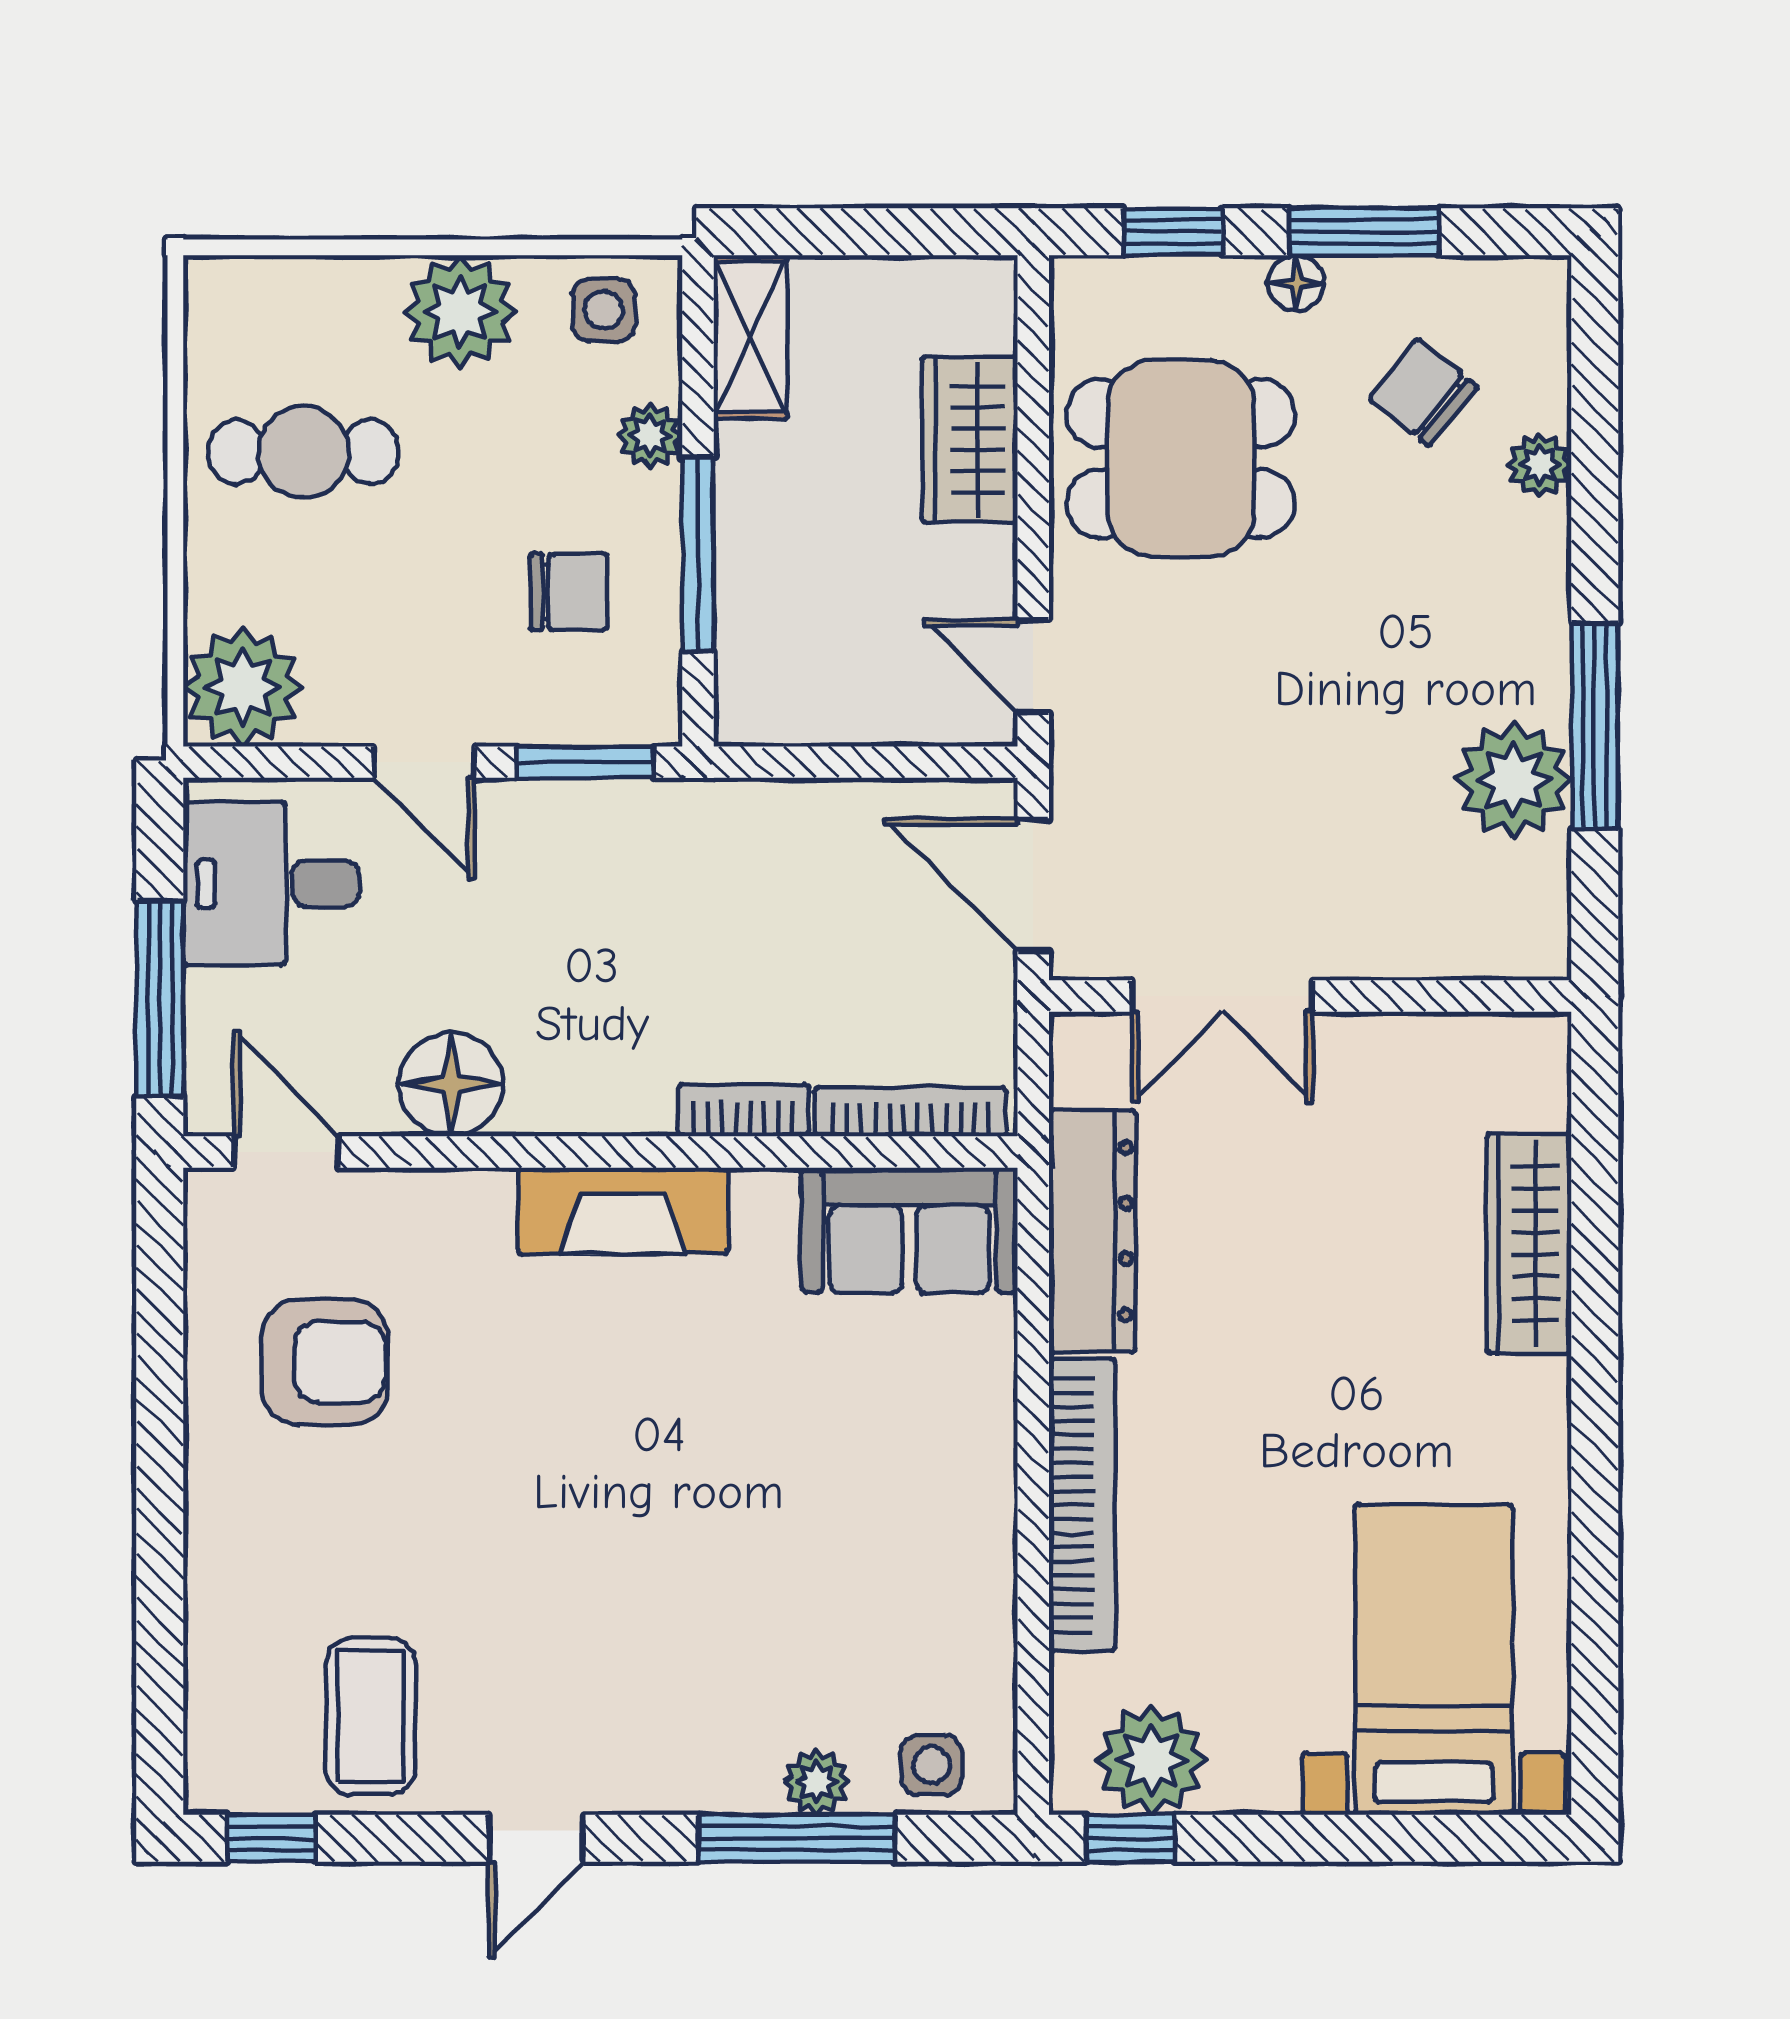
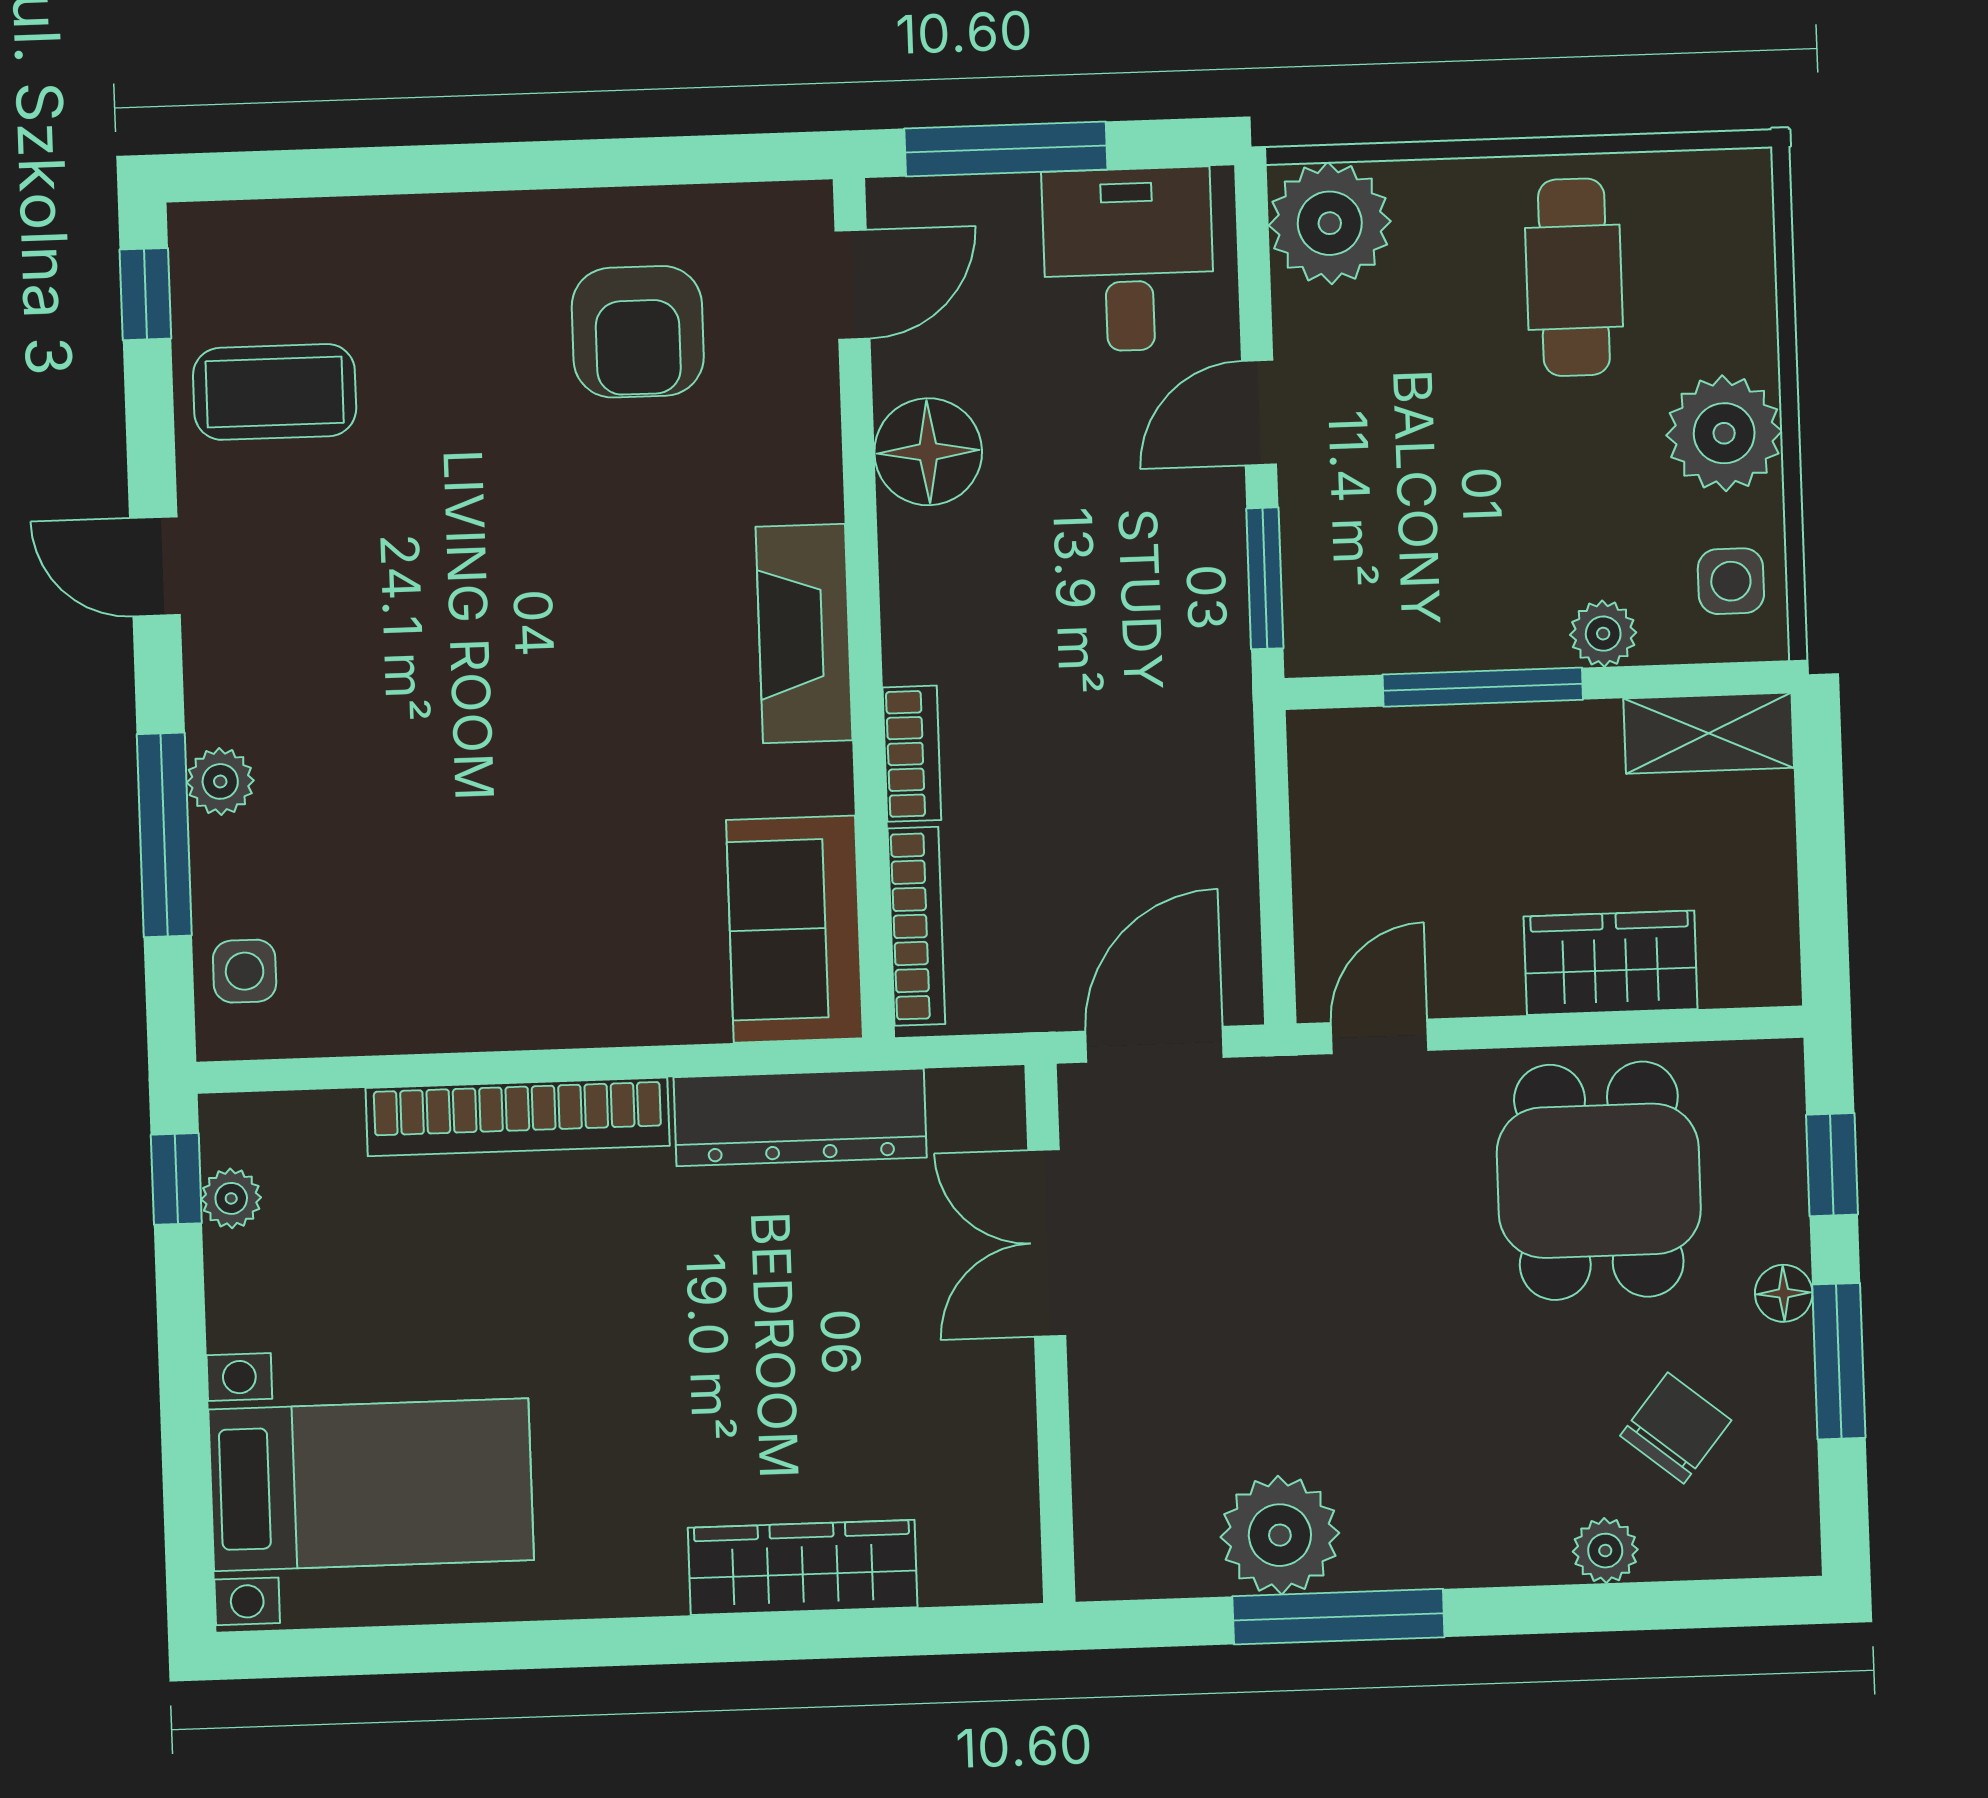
chair: (569, 592) -> (1440, 555), removed
plant: (1151, 1760) -> (231, 1198), width x0.53, depth x0.53
plant: (816, 1782) -> (220, 781), moved

